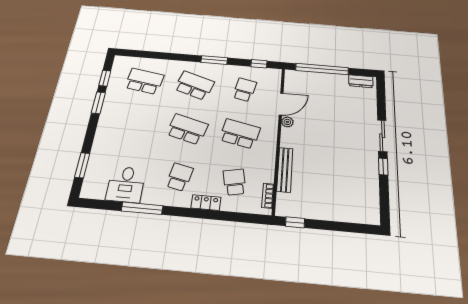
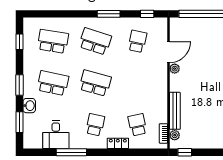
window: (98, 103) -> (19, 85), moved
school desk: (240, 134) -> (53, 83), moved
washbasin: (100, 147) -> (29, 106), added
plant: (283, 199) -> (175, 135), added

